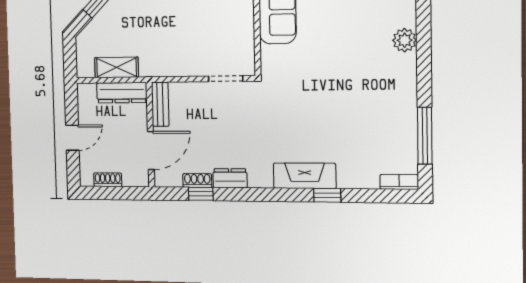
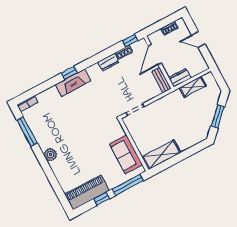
plant: (405, 40) -> (50, 155), moved
dresser: (122, 93) -> (180, 78), width x0.70
door: (72, 138) -> (198, 40), hinge flipped
window: (201, 194) -> (130, 41), moved
window: (327, 195) -> (69, 73), moved

